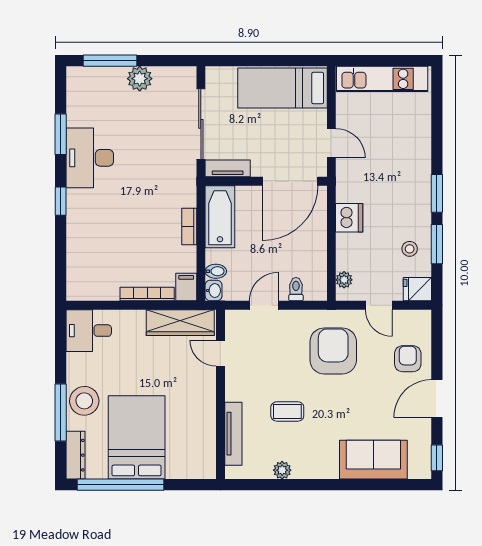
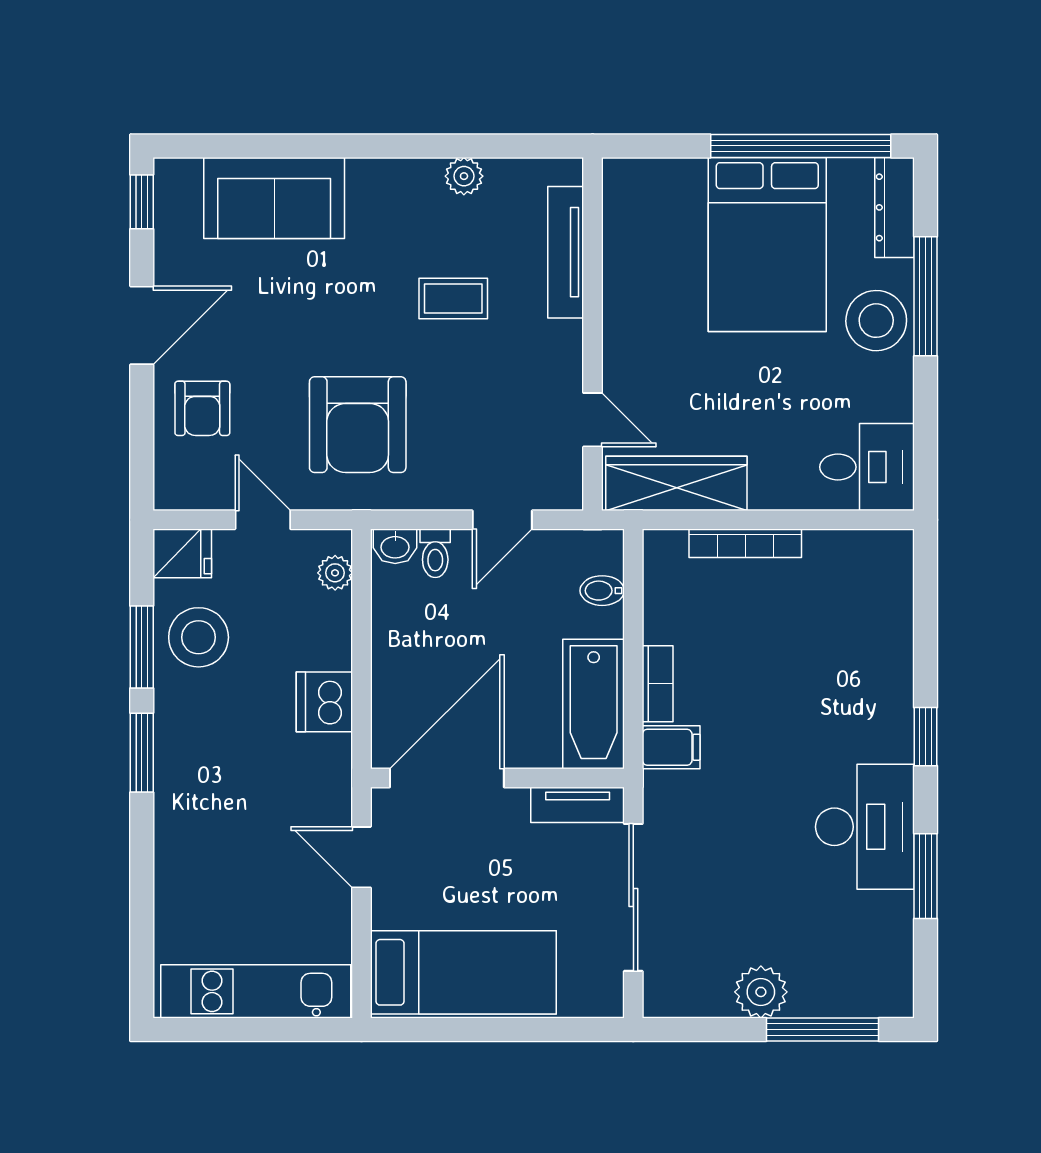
stool: (410, 249) -> (199, 637), width x1.89, depth x1.89
filing cabinet: (186, 287) -> (671, 747), moved, turned -90
washbasin: (214, 291) -> (395, 546), moved, turned -90

